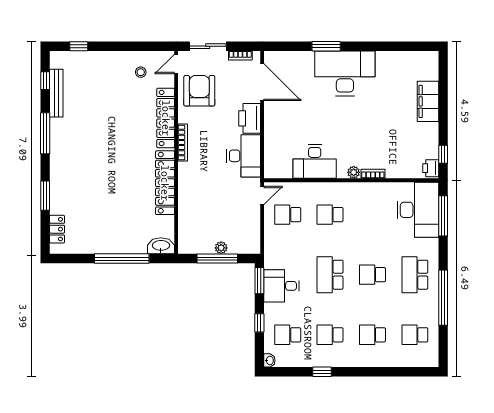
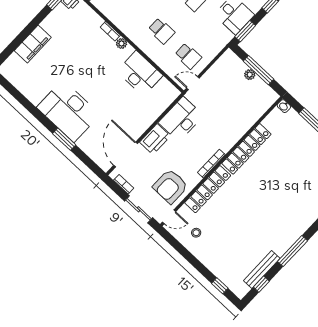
washbasin: (161, 246) -> (284, 106), width x0.52, depth x0.69

